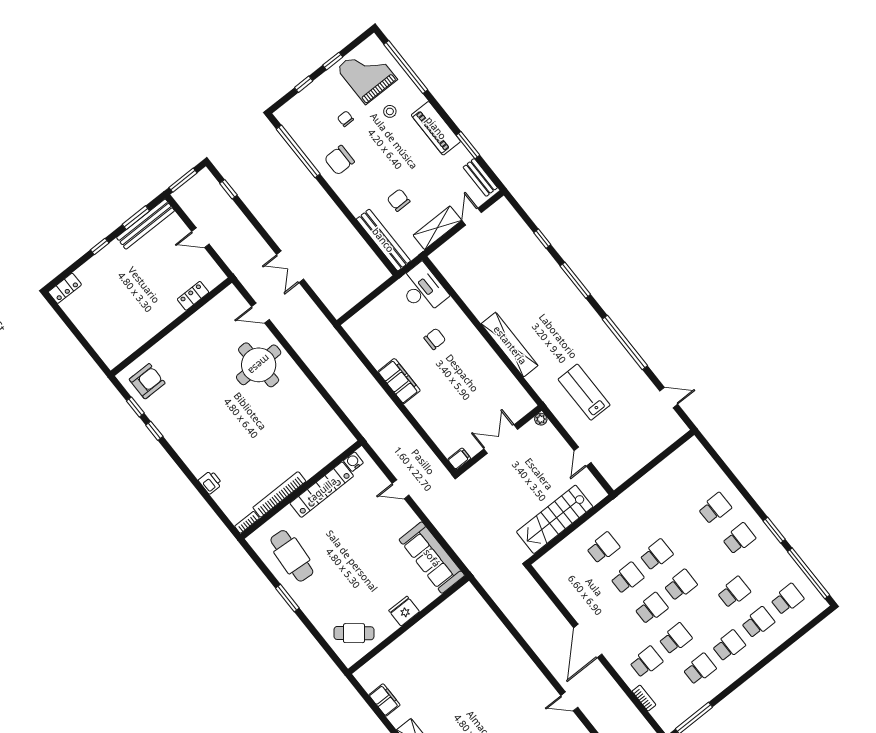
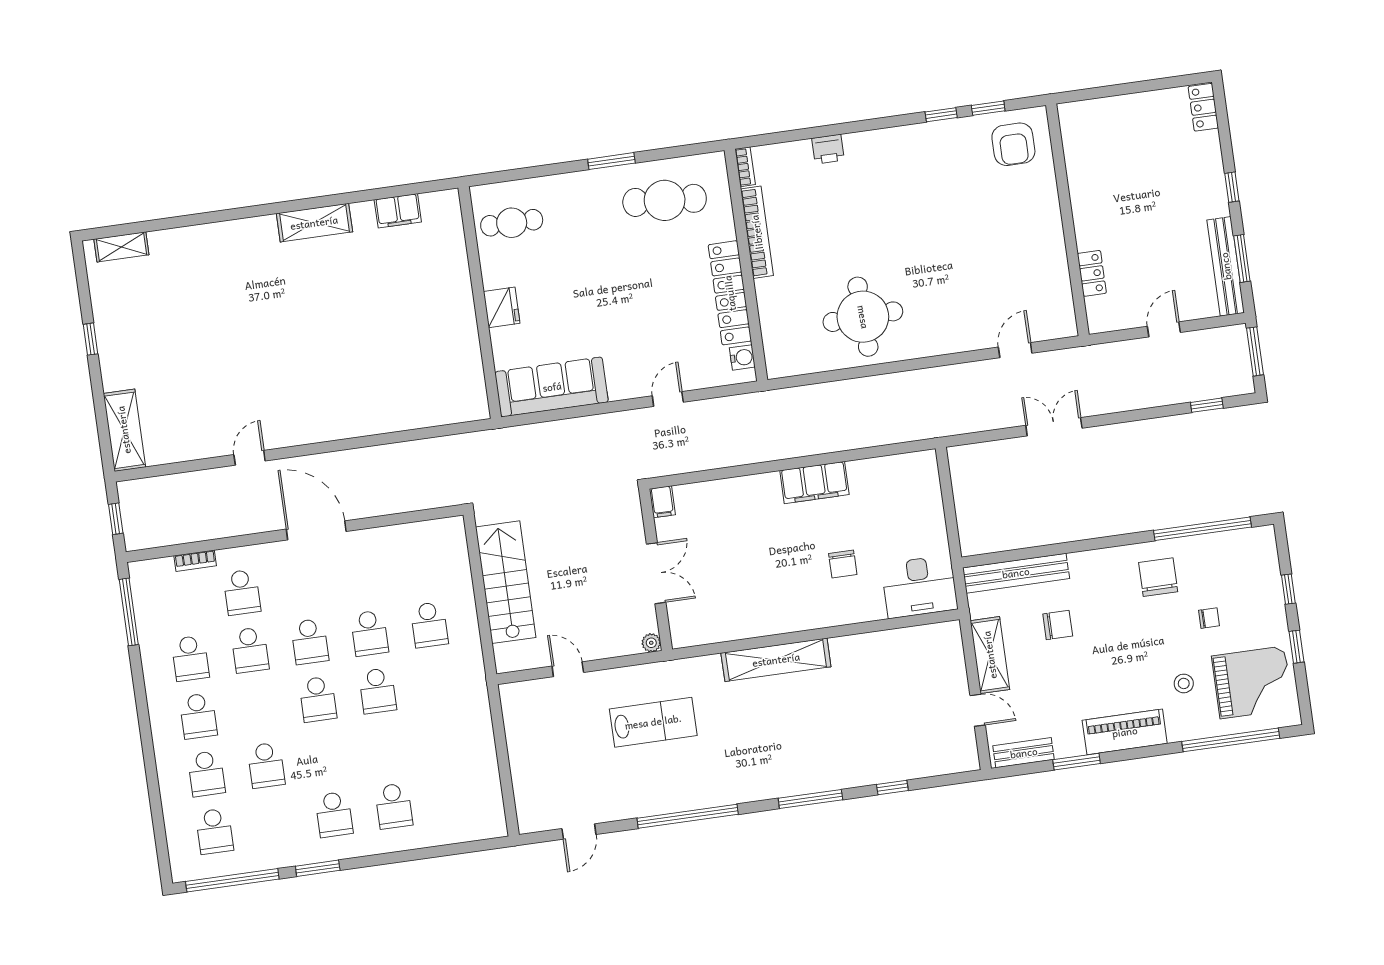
round table: (259, 365) -> (863, 317), moved
cafe table: (354, 633) -> (512, 223), turned 51

